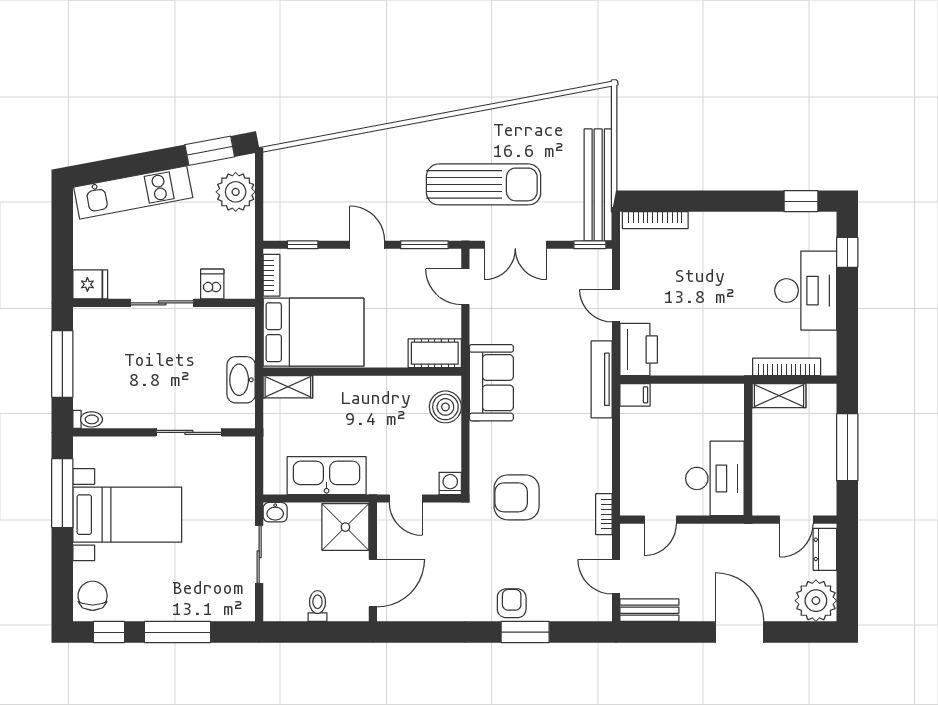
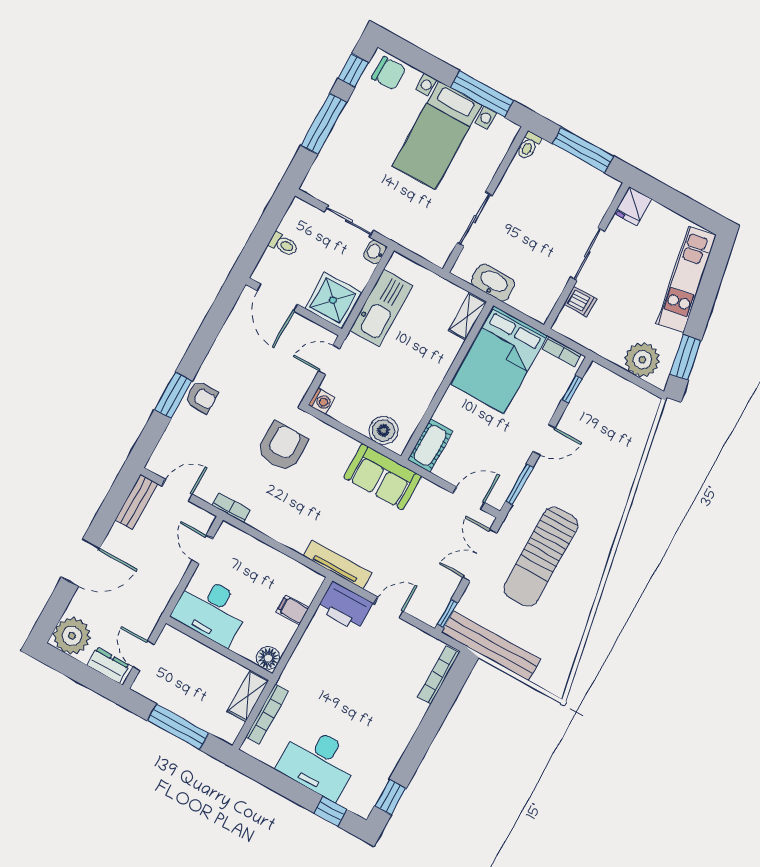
filing cabinet: (635, 395) -> (293, 610), moved, turned 90
floor lamp: (731, 396) -> (268, 658), added

